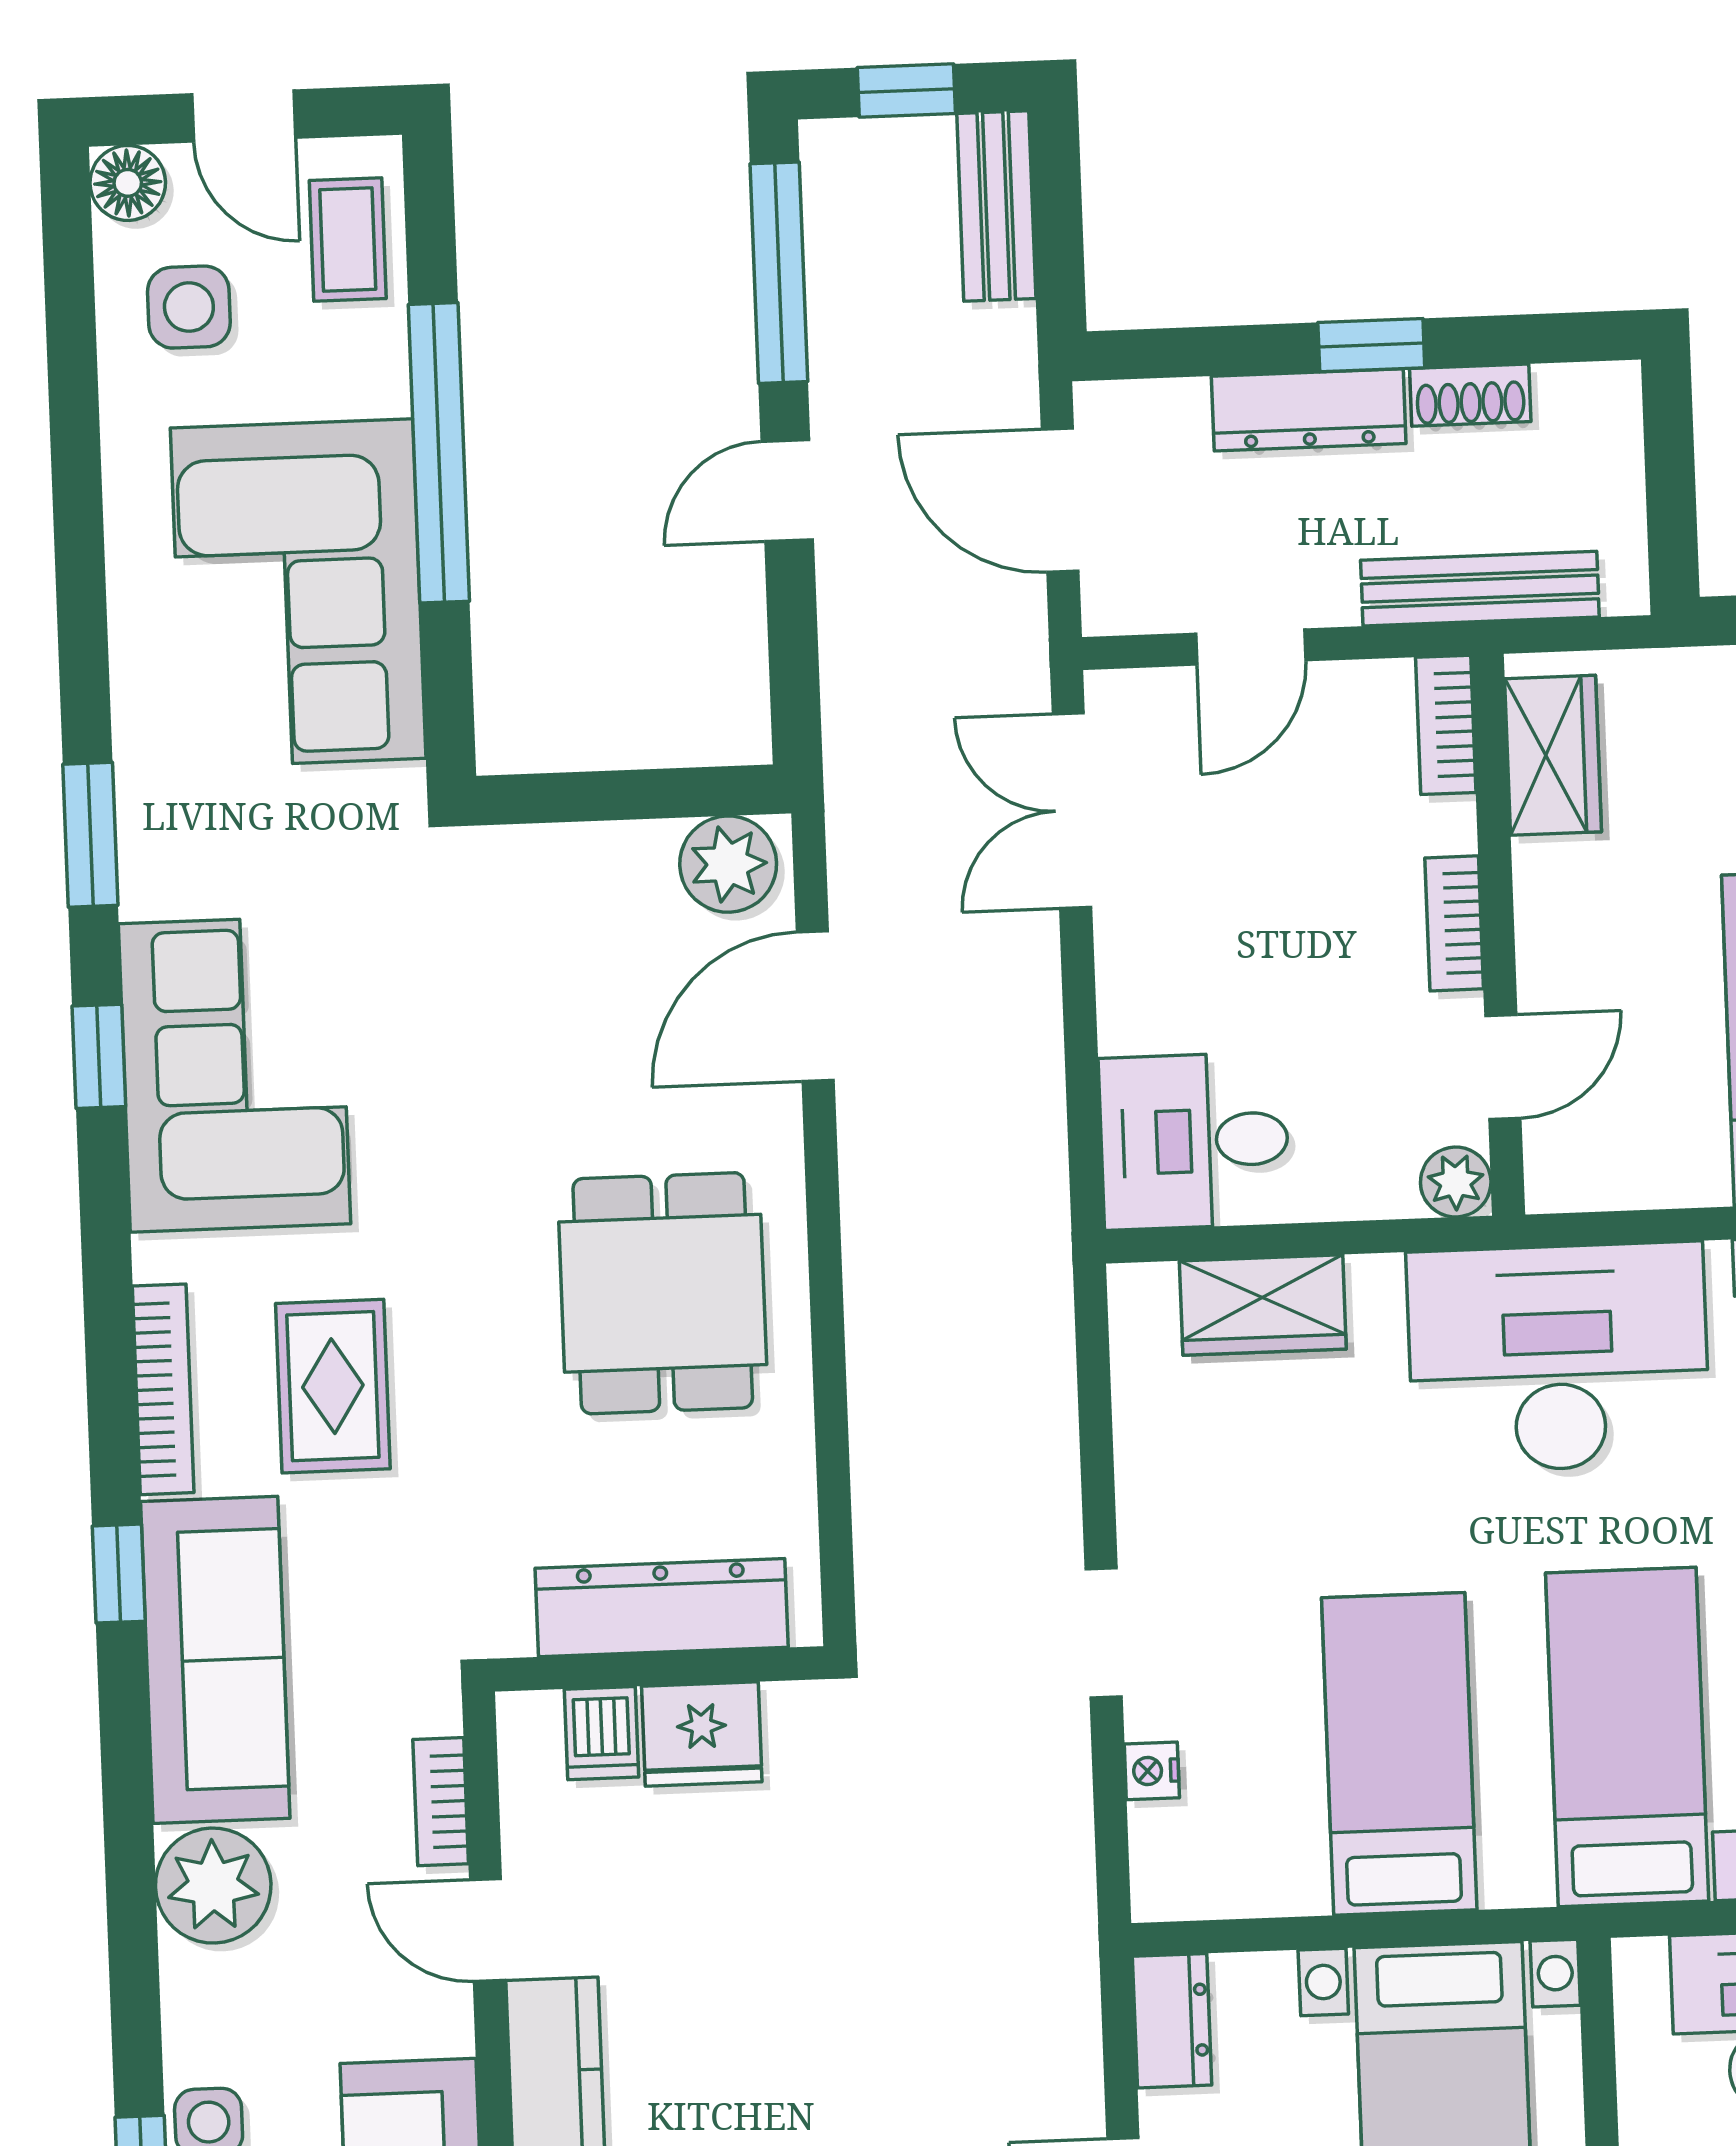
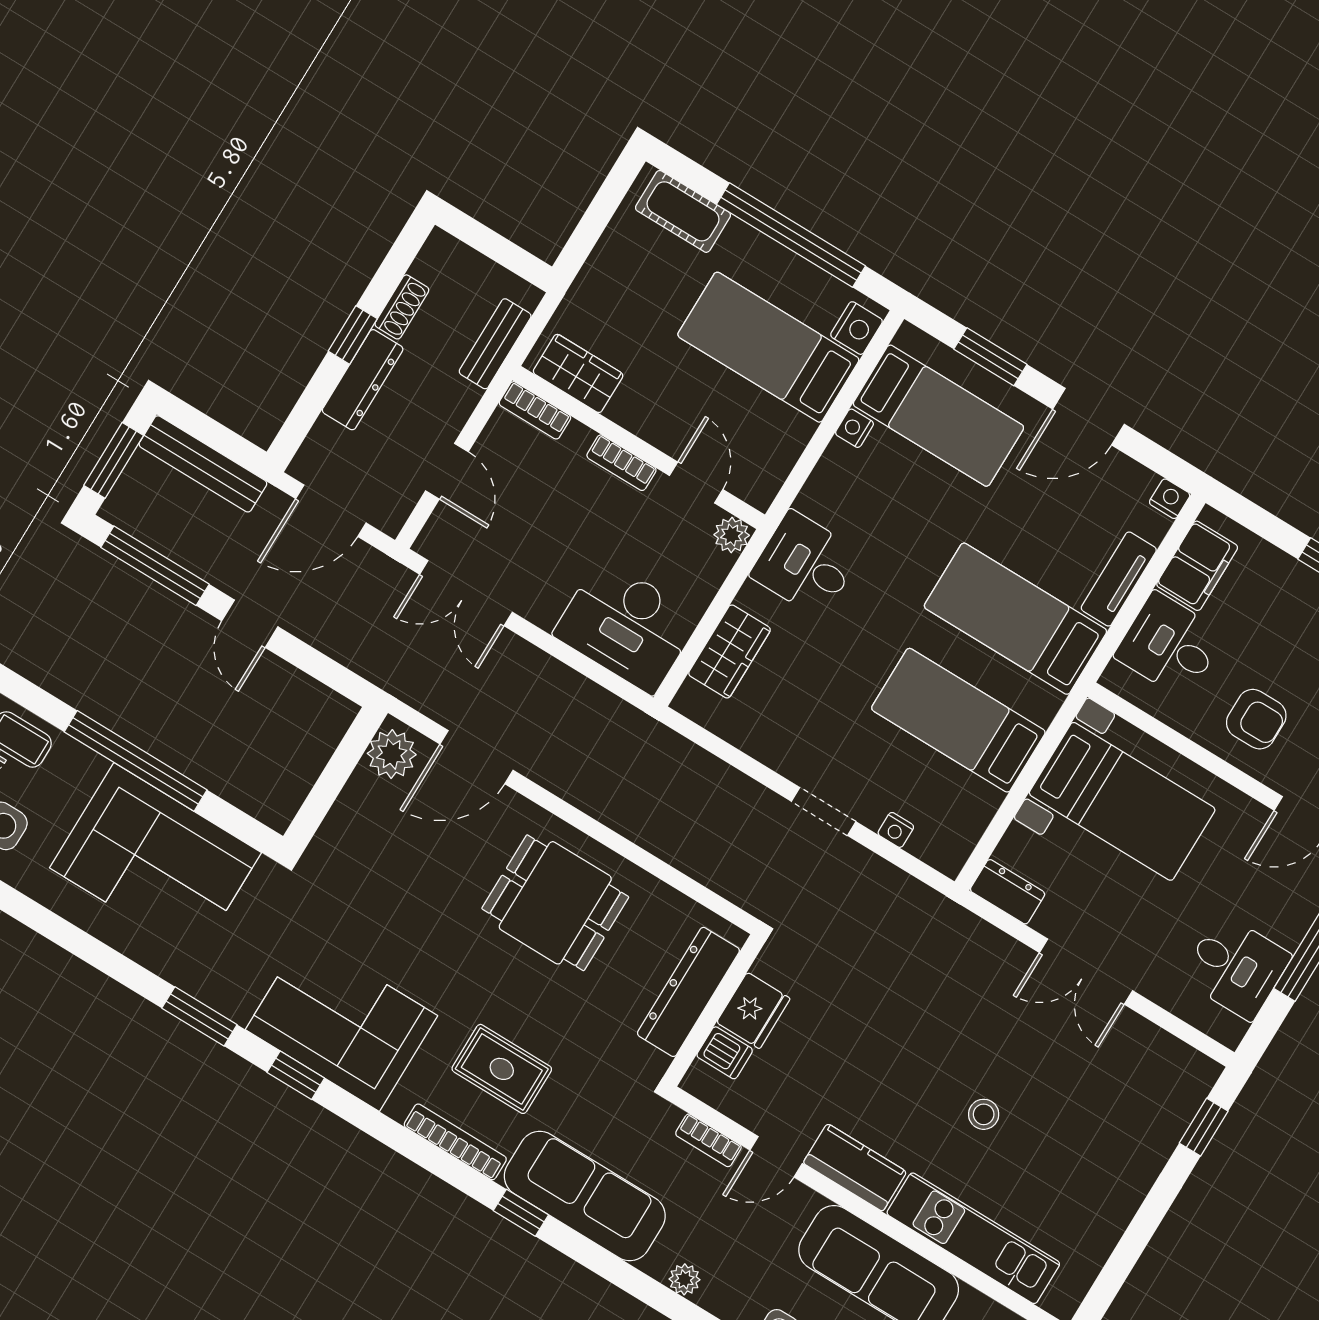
window: (906, 91) -> (114, 460), width x1.50
bench: (996, 206) -> (203, 464), width x1.36
bench: (1480, 589) -> (495, 344), width x0.73
door: (815, 1006) -> (477, 757), hinge flipped
desk: (1194, 1141) -> (627, 626), width x1.37
desk: (1558, 1358) -> (806, 564), width x0.53, depth x0.77
plant: (213, 1886) -> (684, 1279), width x0.53, depth x0.53

